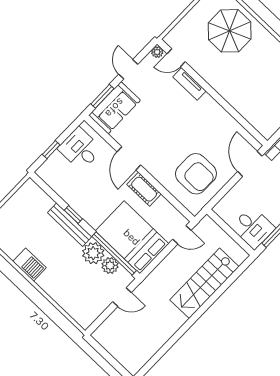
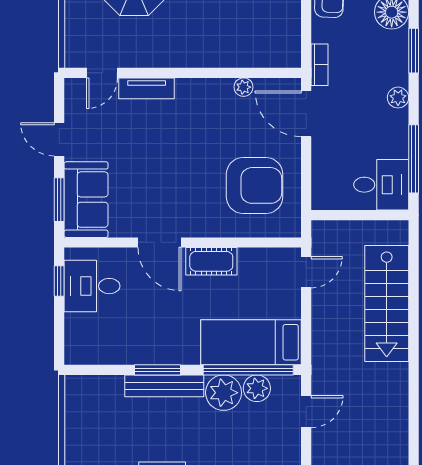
plant: (157, 52) -> (244, 87), moved
window: (51, 150) -> (59, 281), moved
window: (73, 215) -> (157, 370), width x1.50
bed: (132, 237) -> (251, 342), width x0.67

